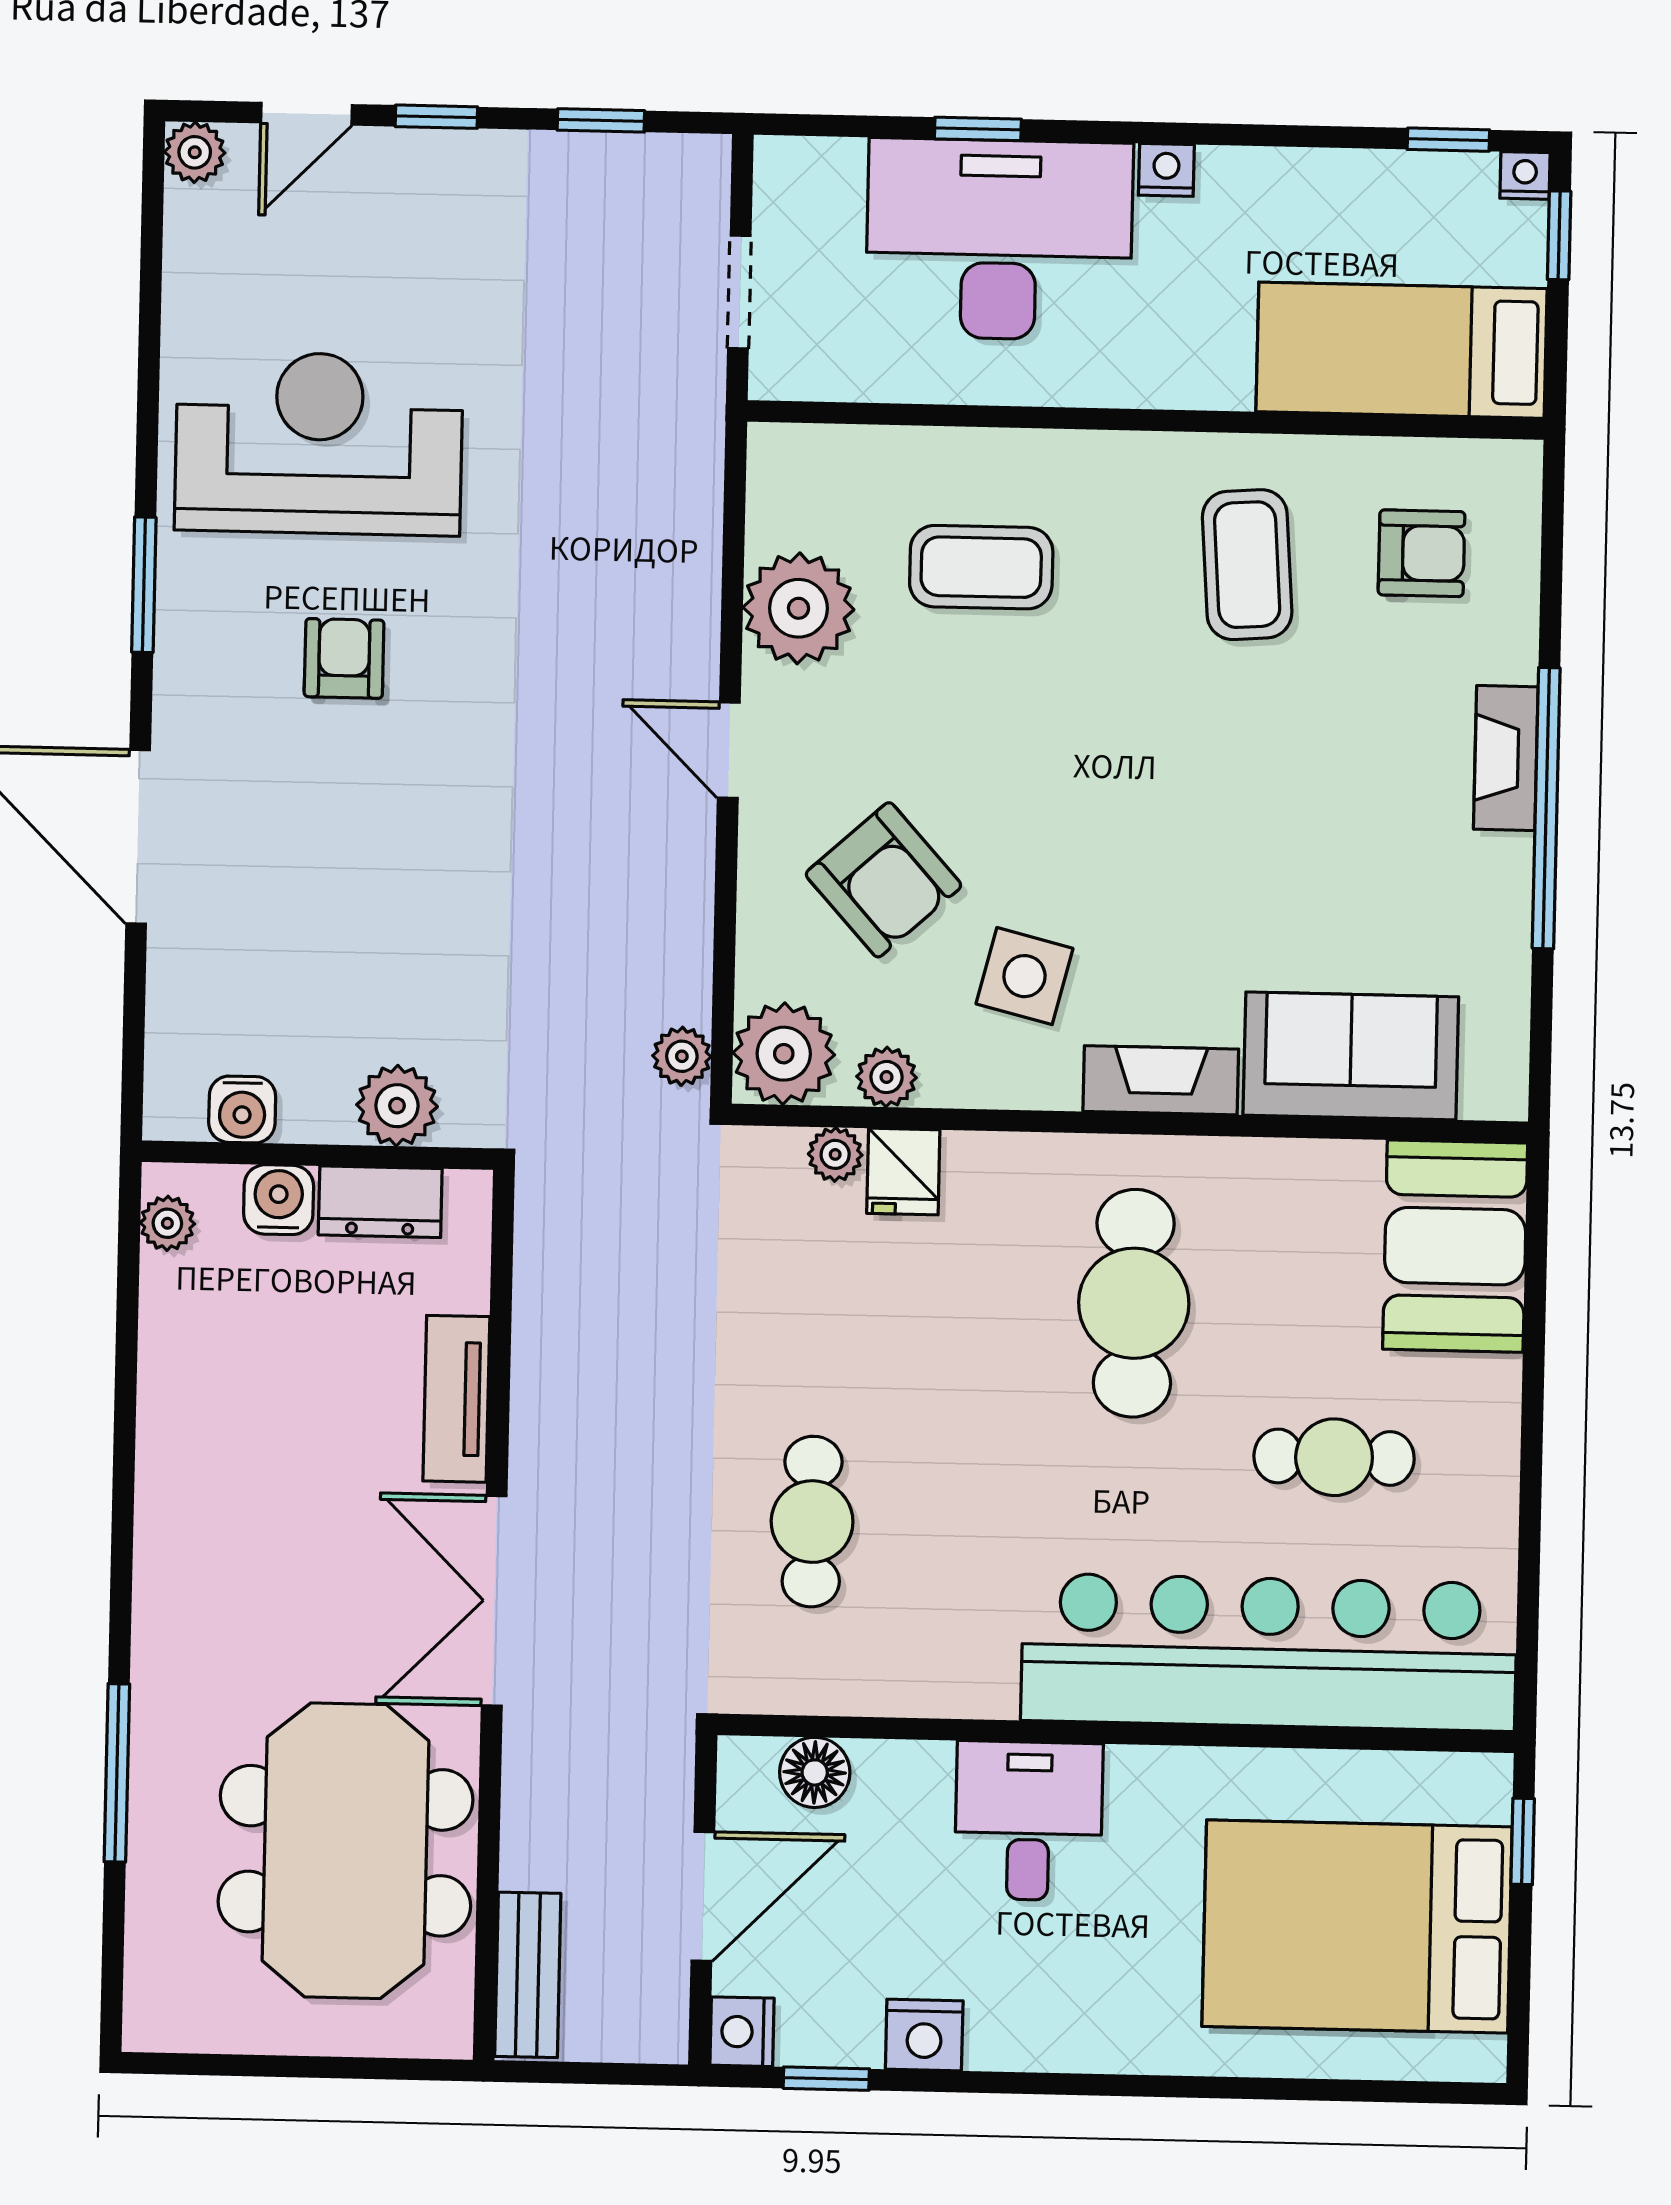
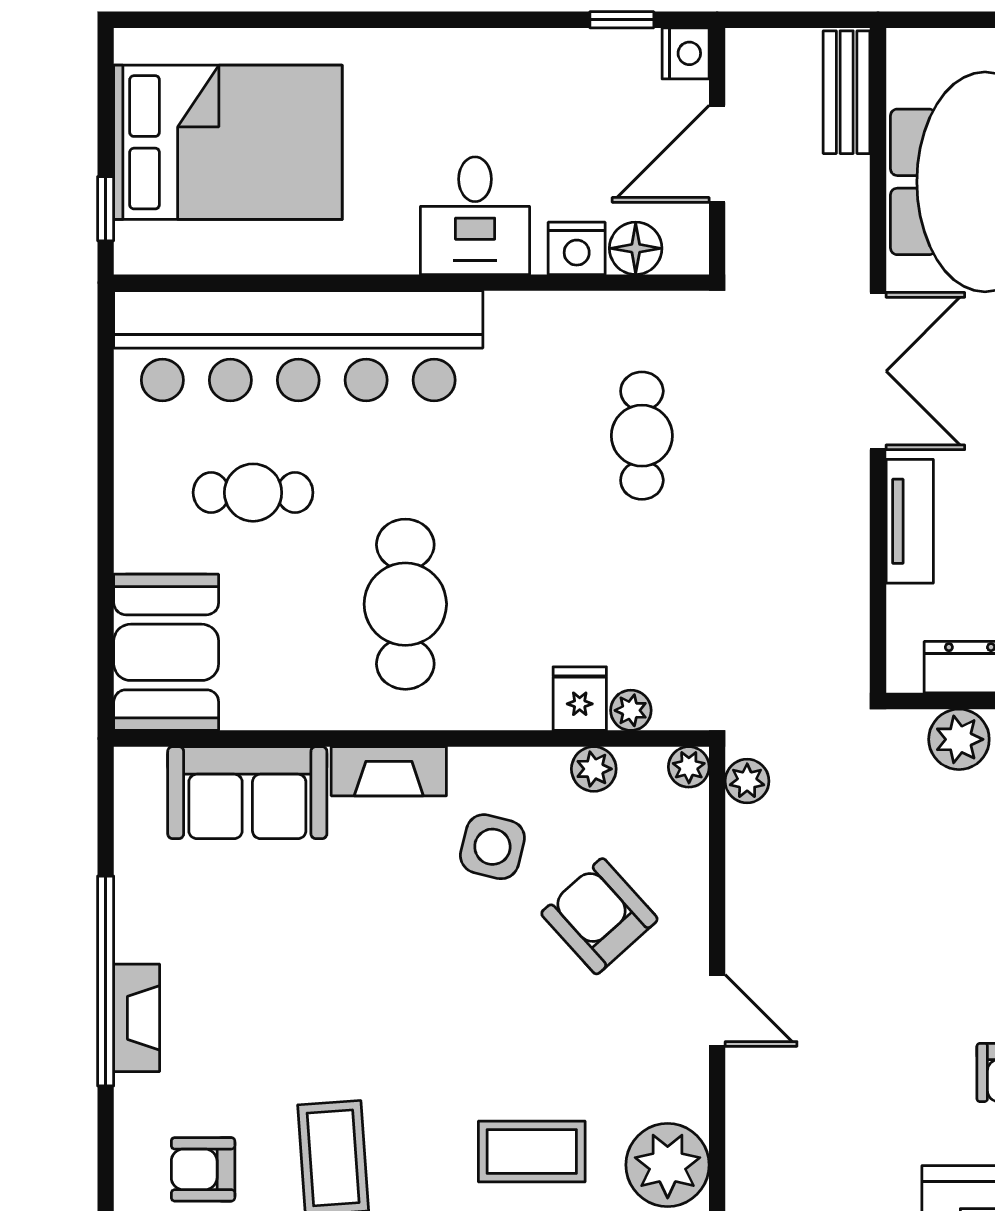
plant: (798, 608) -> (668, 1165), moved
plant: (784, 1054) -> (689, 767), width x0.53, depth x0.53
nightstand: (924, 2035) -> (577, 248), moved, turned 180

